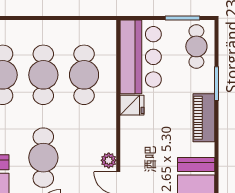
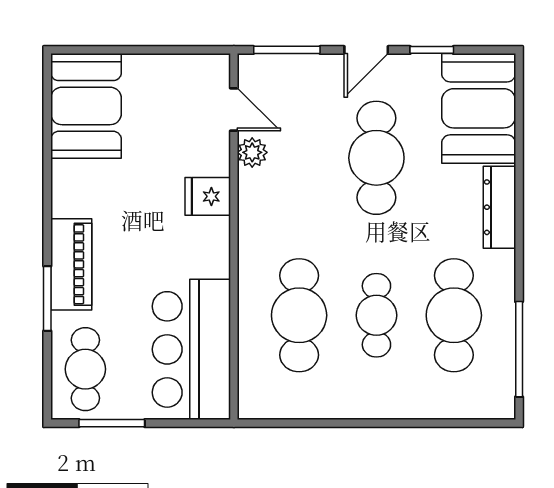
cafe table: (43, 75) -> (376, 315), width x0.73, depth x0.74
fridge: (132, 105) -> (208, 196), moved
piano: (204, 118) -> (71, 264), moved

